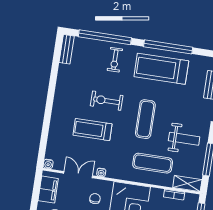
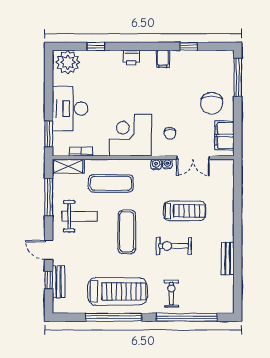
bench: (67, 49) -> (228, 259), moved
exercise bike: (107, 101) -> (174, 246), turned 180
weight bench: (184, 139) -> (80, 216), turned 180
water cooler: (48, 164) -> (156, 164), moved

